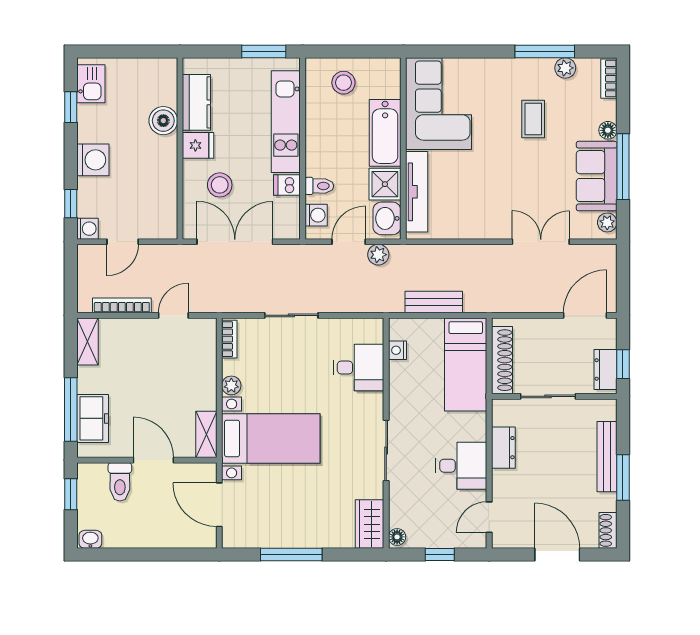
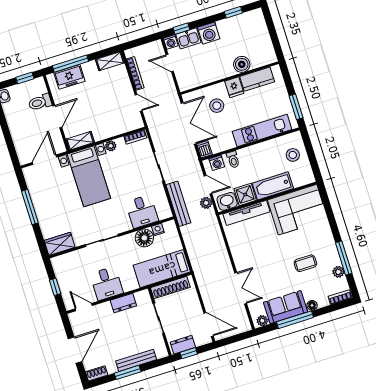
kitchen sink: (91, 84) -> (188, 38), moved
dishwasher: (287, 185) -> (204, 149), moved
bench: (434, 302) -> (178, 204), moved, width x1.36
floor lamp: (397, 537) -> (144, 238), moved, width x1.89, depth x1.89

